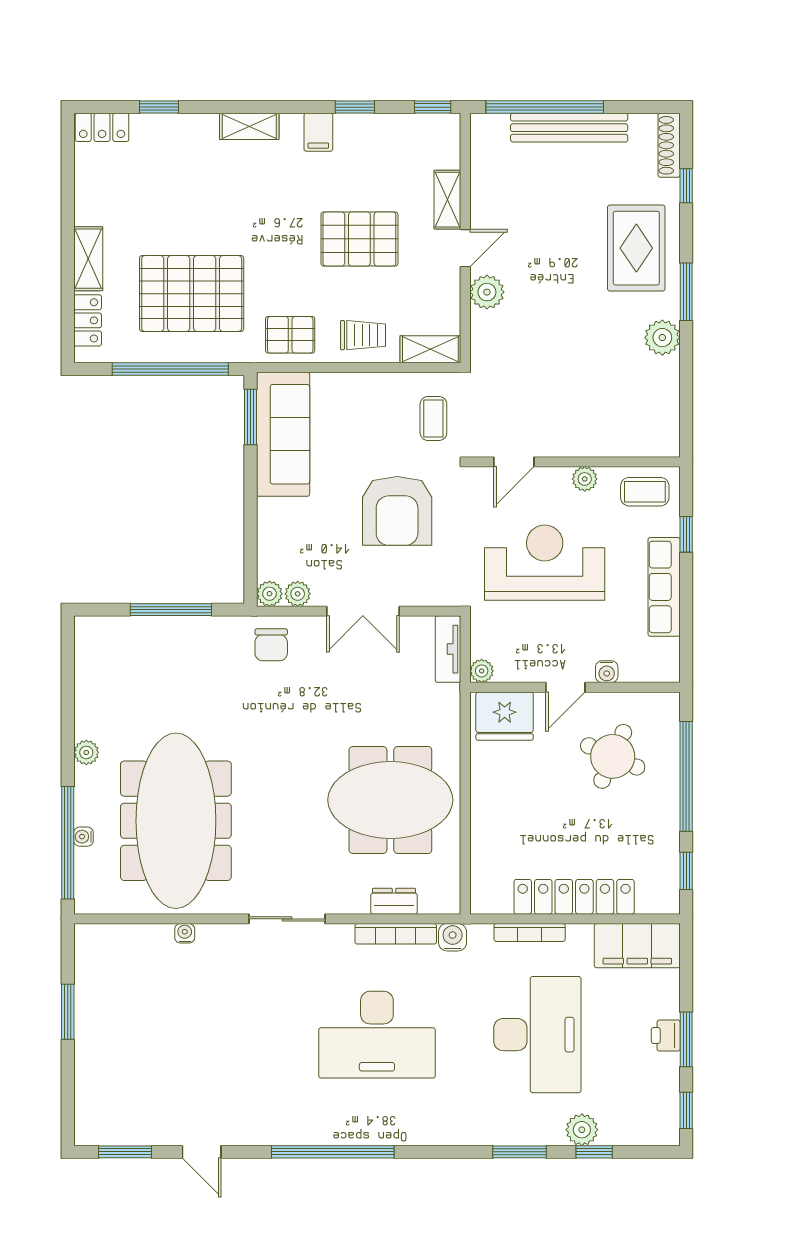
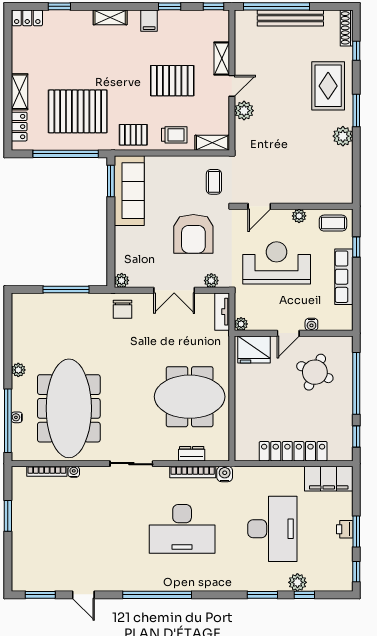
plant: (298, 594) -> (211, 281), moved
bookcase: (530, 932) -> (47, 471), moved

